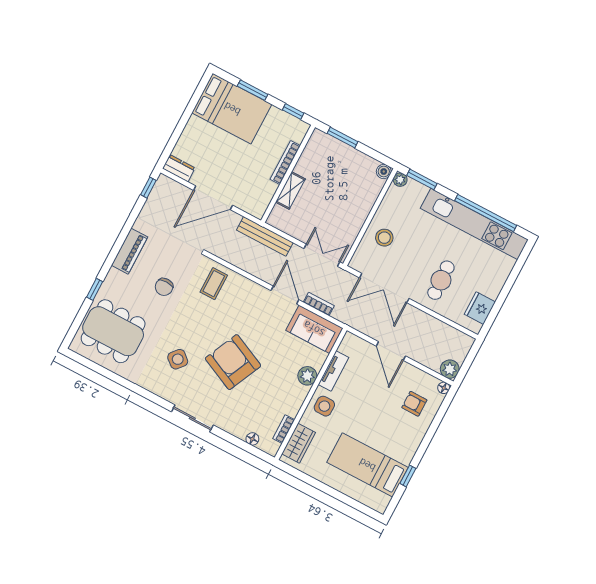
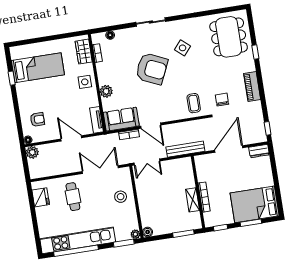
shelving: (290, 191) -> (193, 200), moved
chair: (164, 287) -> (222, 100), moved
dining table: (113, 331) -> (229, 37), turned 90
tv unit: (333, 371) -> (96, 120), moved

